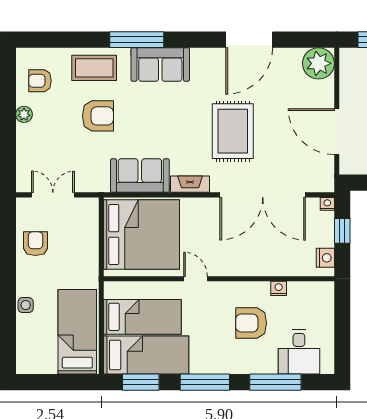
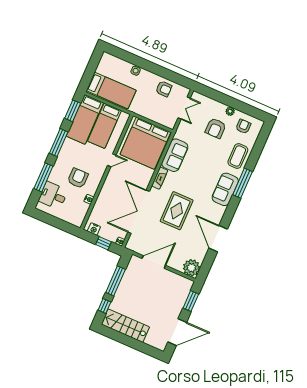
armchair: (98, 116) -> (216, 128), moved
rug: (233, 131) -> (177, 211), turned 90

